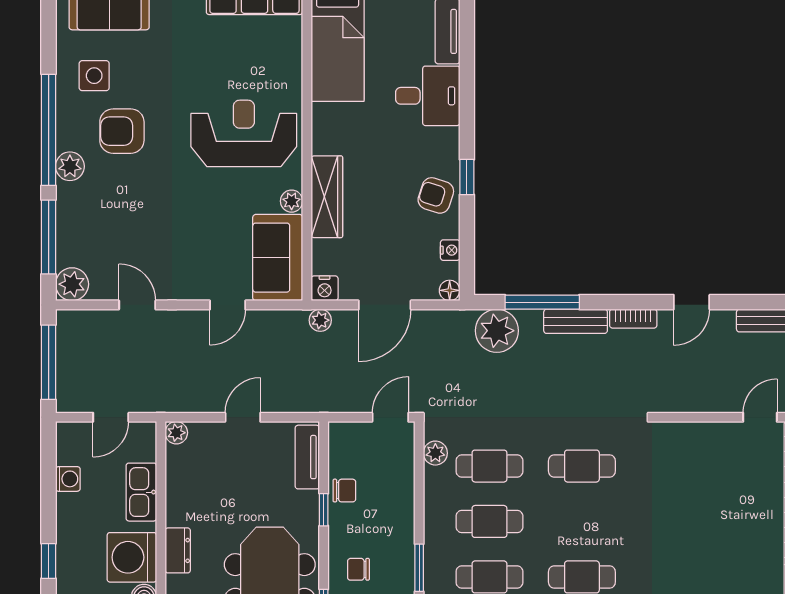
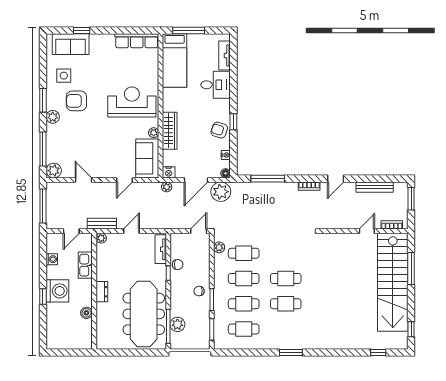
window: (49, 130) -> (43, 100), width x0.47
bench: (576, 321) -> (102, 224), moved
plant: (497, 331) -> (221, 192), moved
cafe table: (582, 466) -> (286, 279), moved
washing machine: (132, 557) -> (57, 291), moved, turned 180
chair: (358, 569) -> (199, 291), moved

